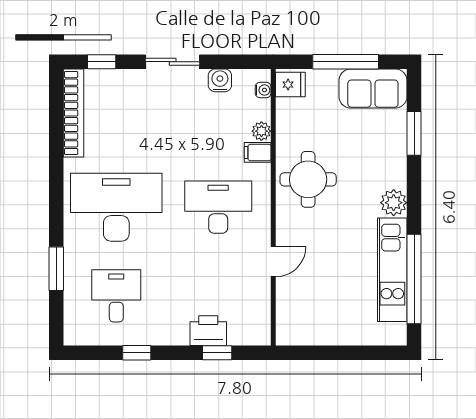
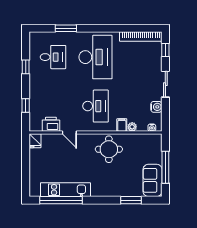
fridge: (290, 85) -> (35, 141), moved
plant: (394, 203) -> (98, 190), removed
printer: (208, 331) -> (51, 124), moved, turned -90

